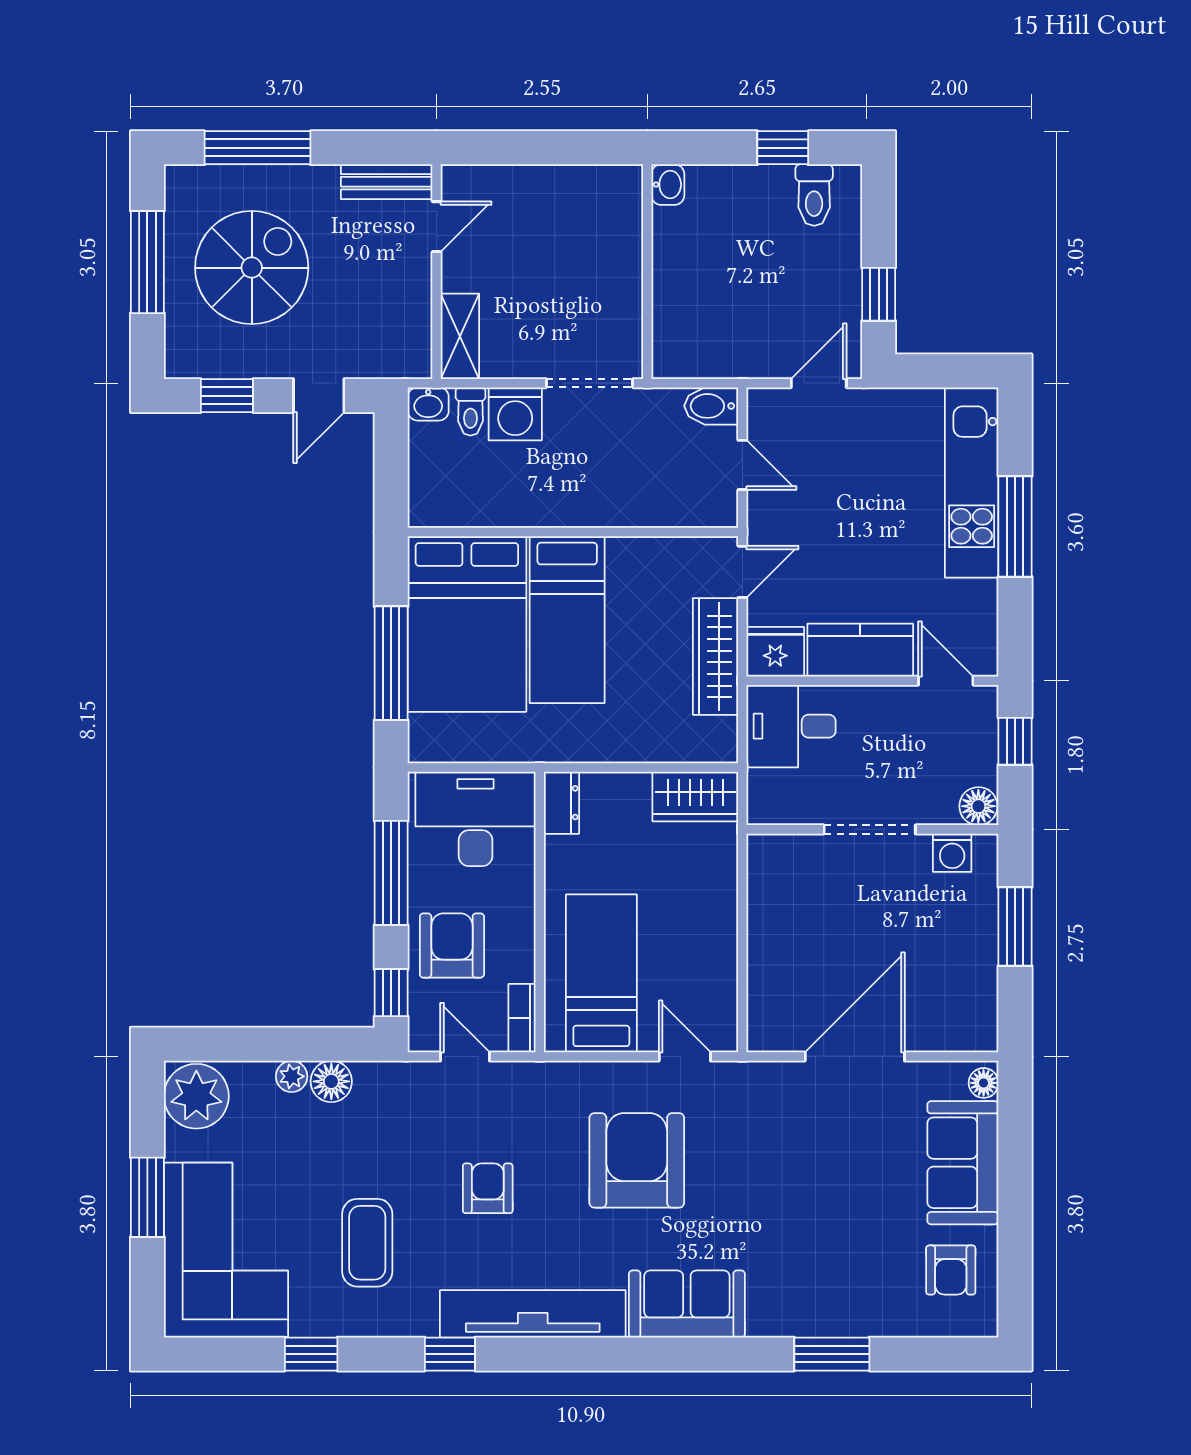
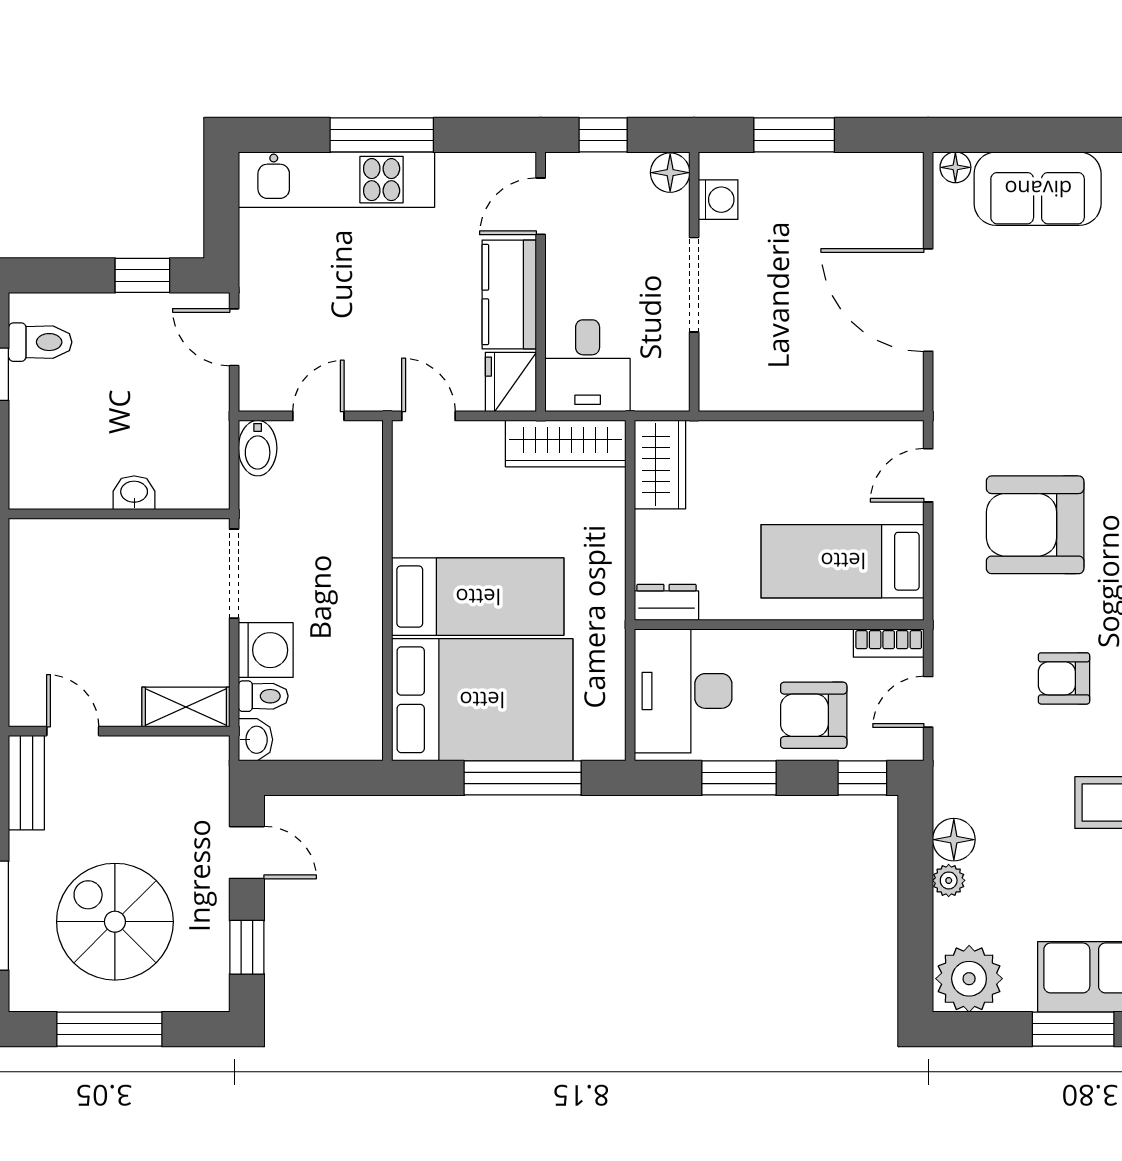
washbasin: (668, 185) -> (134, 493), moved
wardrobe: (716, 657) -> (566, 444), moved
window: (391, 873) -> (739, 778), width x0.69

